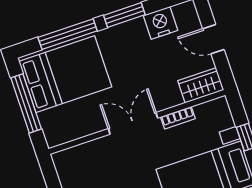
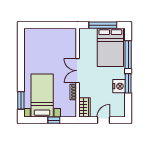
nightstand: (160, 23) -> (119, 86), moved
double door: (133, 123) -> (78, 71), swing flipped

